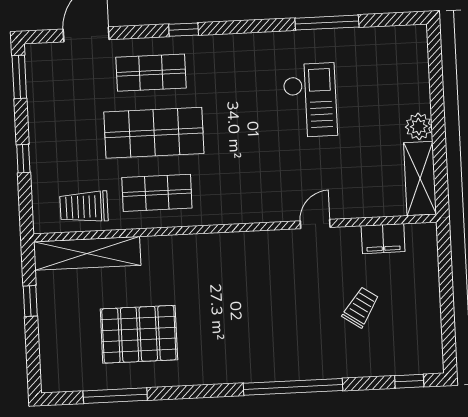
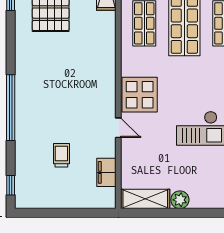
display table: (264, 195) -> (140, 95), added
trolley: (361, 307) -> (61, 155), turned -124

